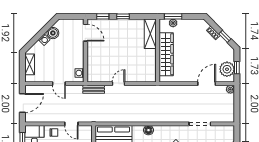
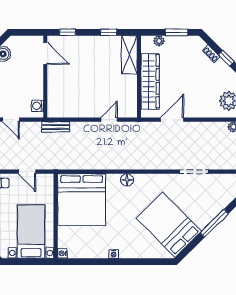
window: (123, 16) -> (109, 32), moved
window: (173, 16) -> (177, 32), moved
door: (118, 84) -> (109, 120), moved
door: (207, 84) -> (172, 120), moved

